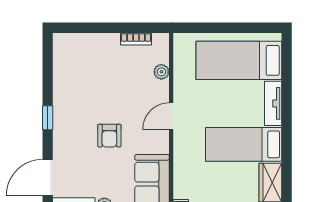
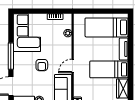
corner sofa: (80, 71) -> (27, 33), added
door: (171, 116) -> (73, 66), moved
window: (48, 118) -> (11, 56), width x2.17

